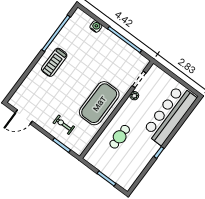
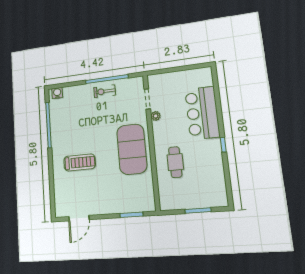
water cooler: (96, 26) -> (57, 93), moved
treadmill: (54, 62) -> (79, 162), moved, turned -90
bar counter: (170, 115) -> (202, 113), width x0.73
exercise bike: (64, 125) -> (105, 91), moved

